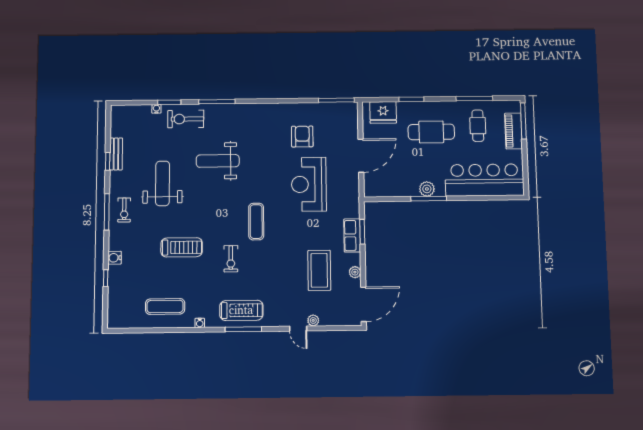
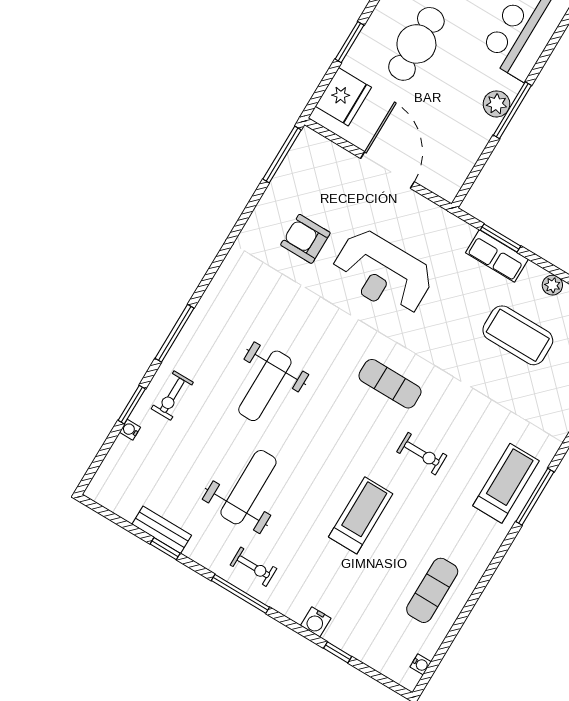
exercise bike: (186, 119) -> (172, 395), width x0.73, depth x0.72
weight bench: (163, 183) -> (248, 487), turned 90
water cooler: (200, 323) -> (421, 664), moved

